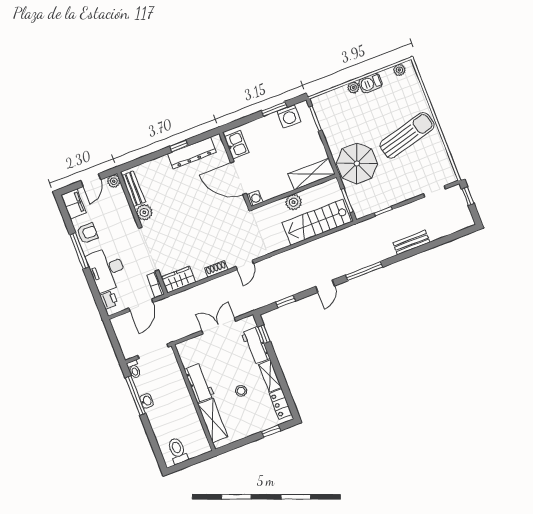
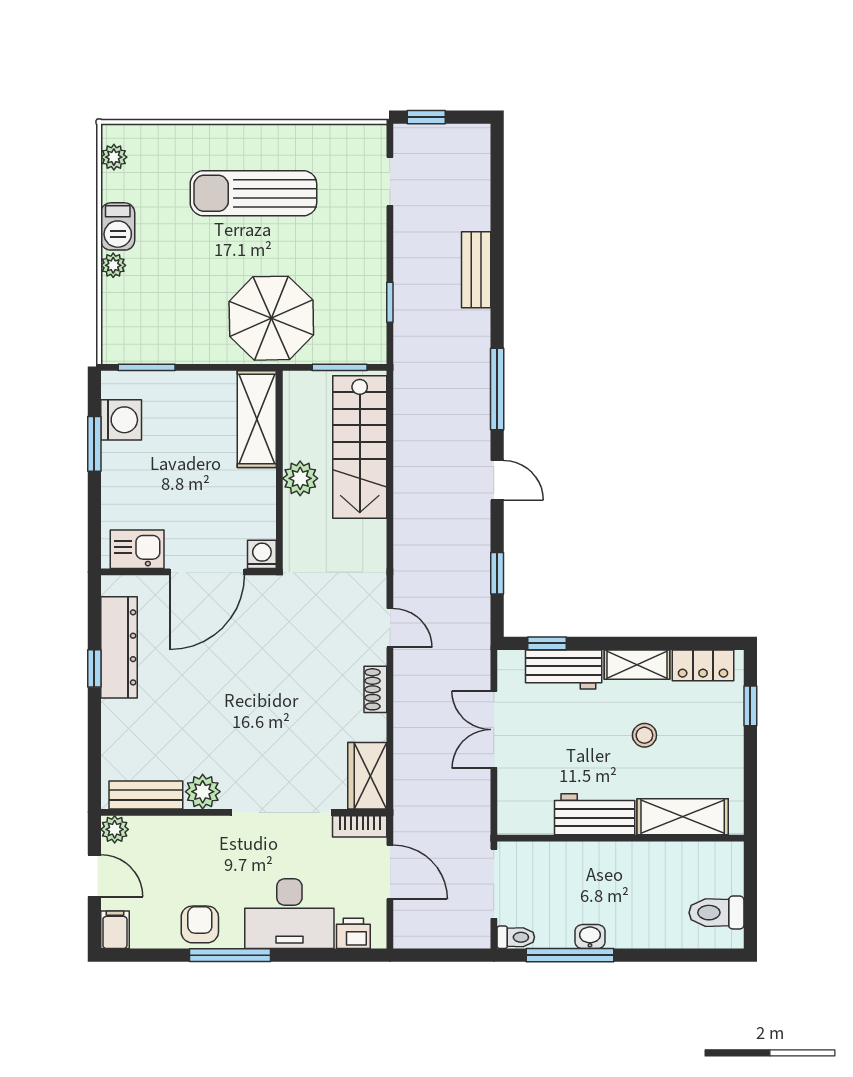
sun lounger: (407, 135) -> (253, 193), turned -75
filing cabinet: (73, 204) -> (115, 930), width x0.50

